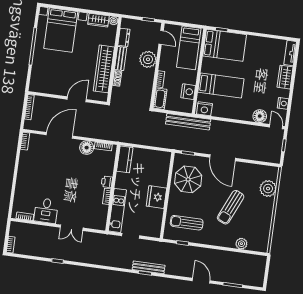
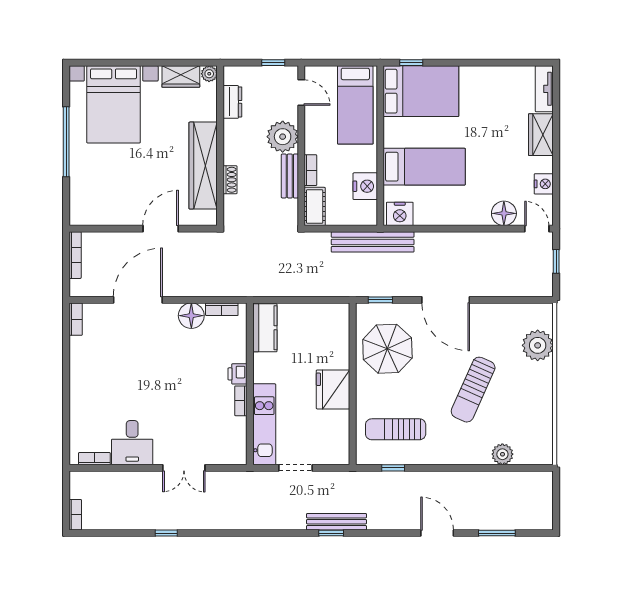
bench: (121, 59) -> (290, 176), moved

